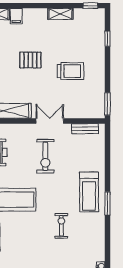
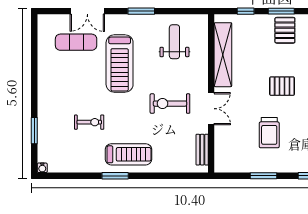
pallet: (30, 60) -> (282, 86), turned 90
window: (107, 104) -> (264, 176), moved
treadmill: (89, 192) -> (129, 154), turned 180

